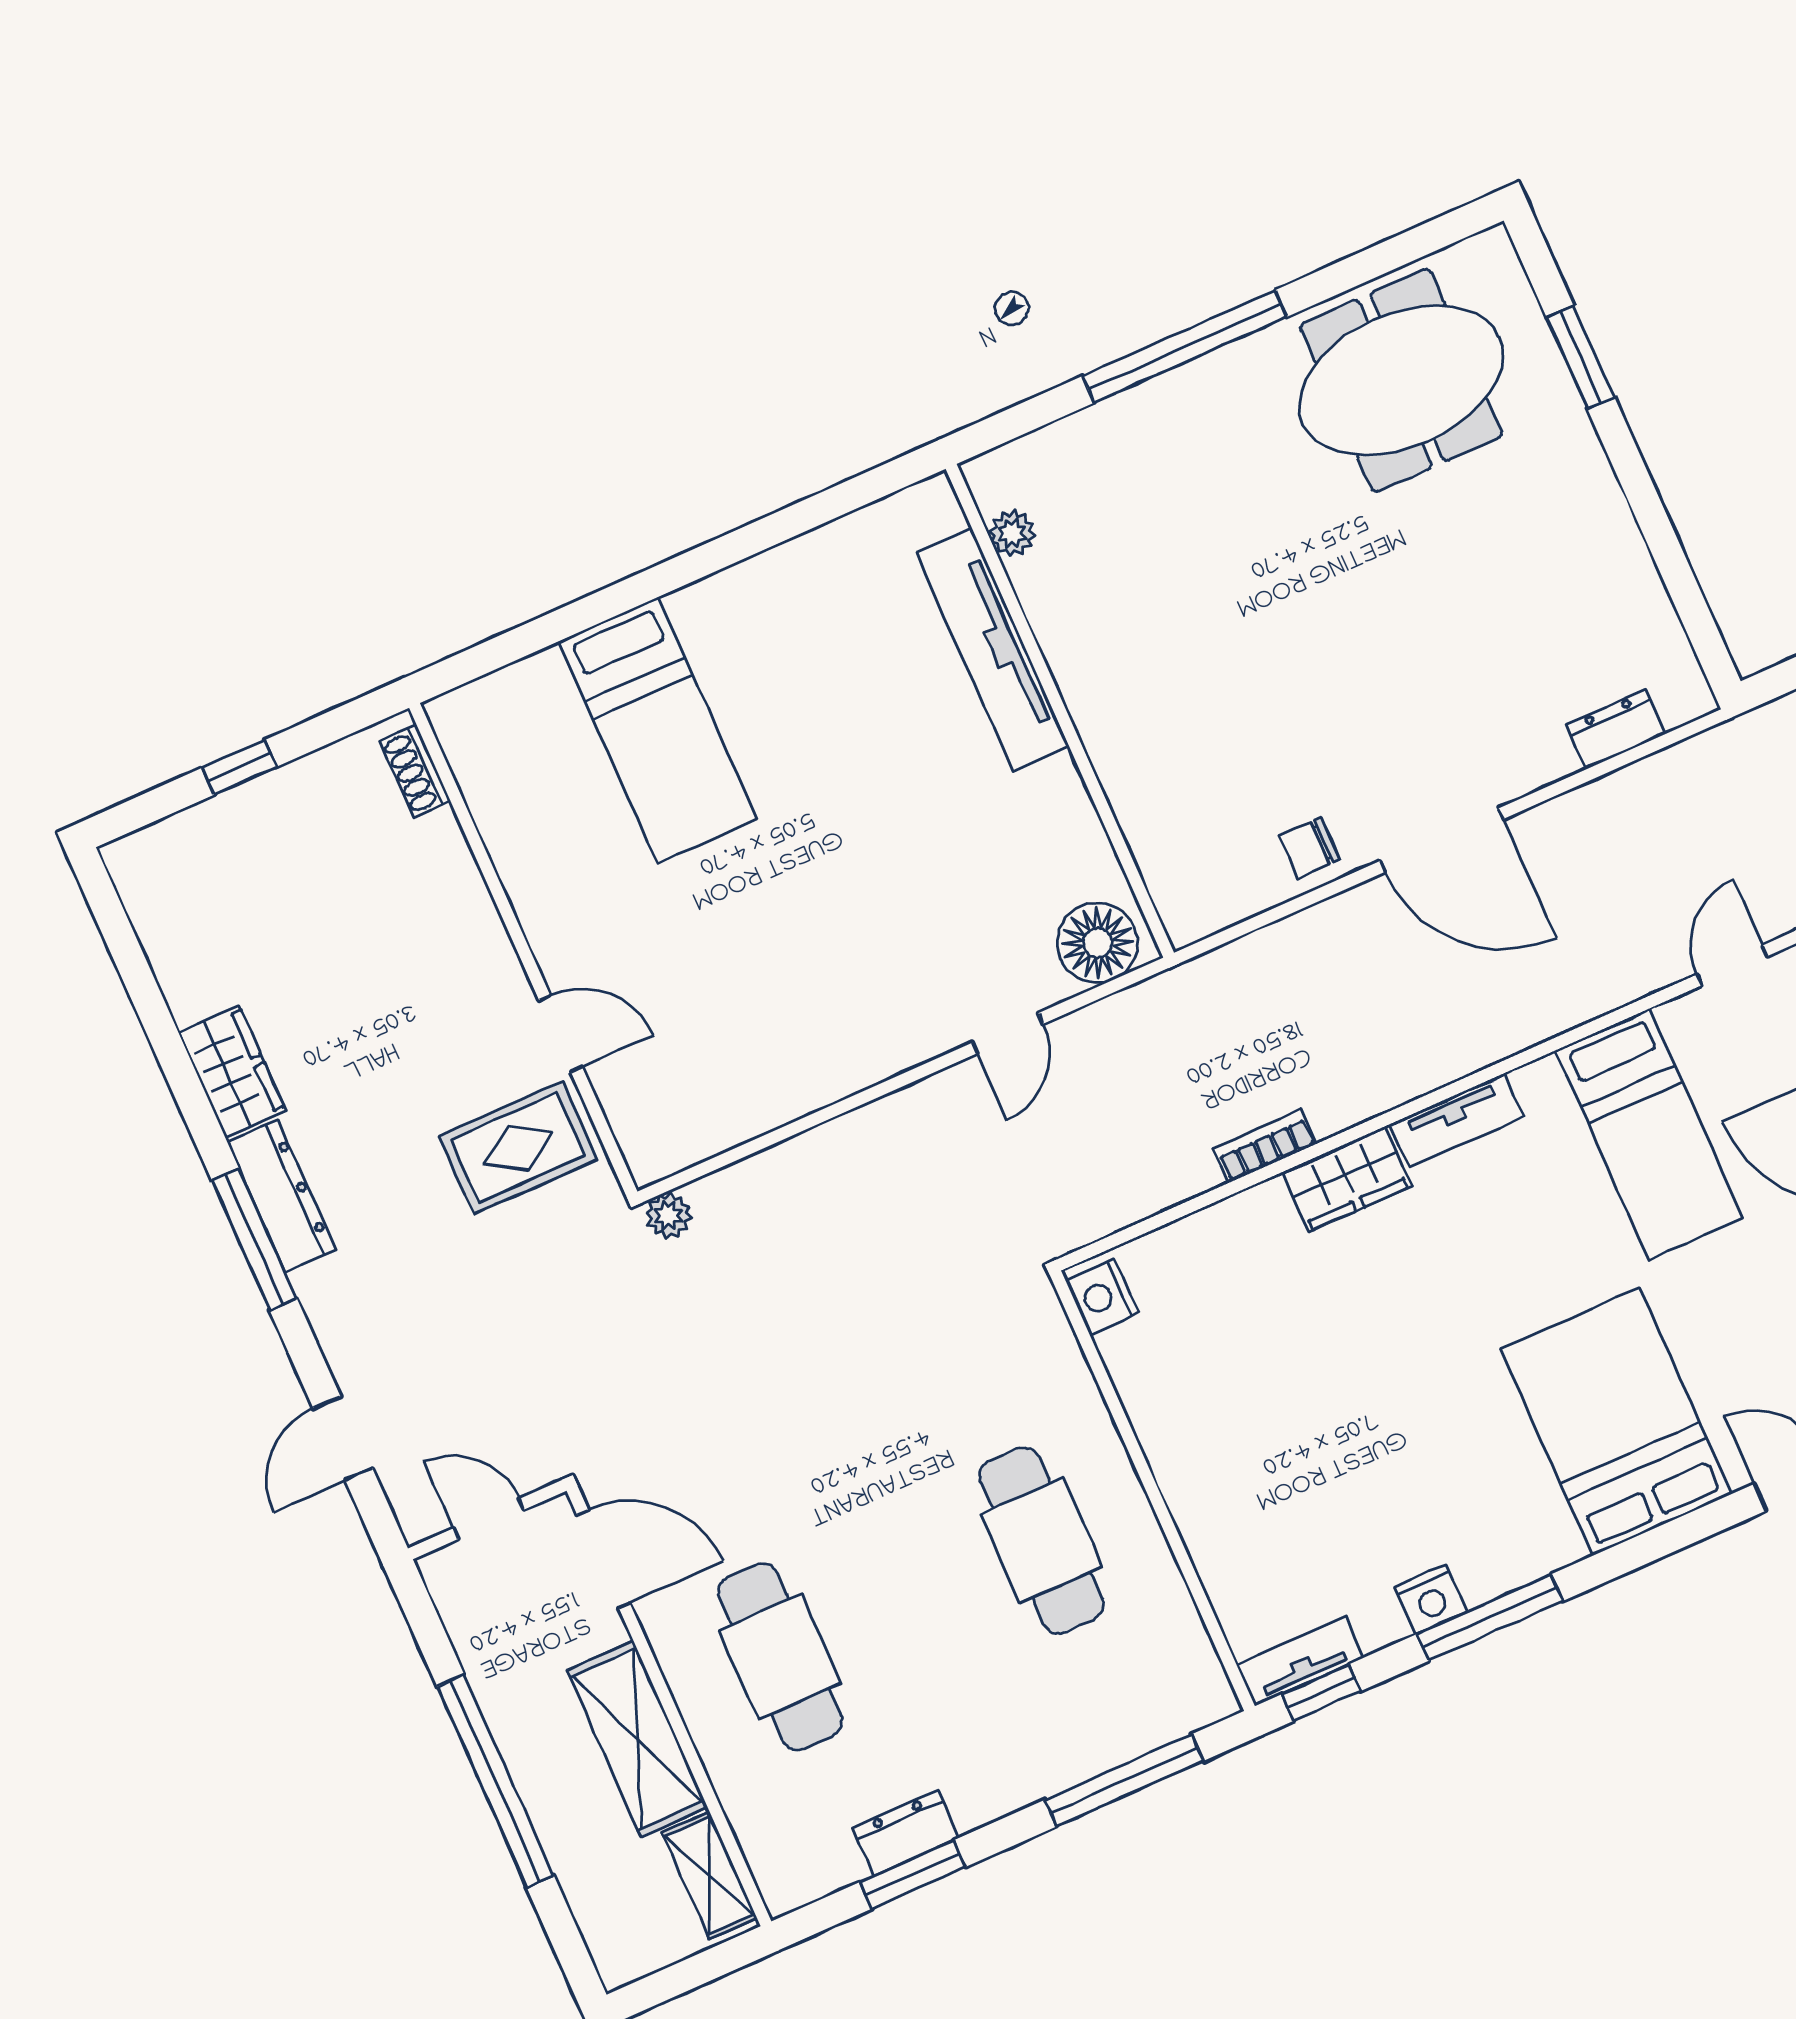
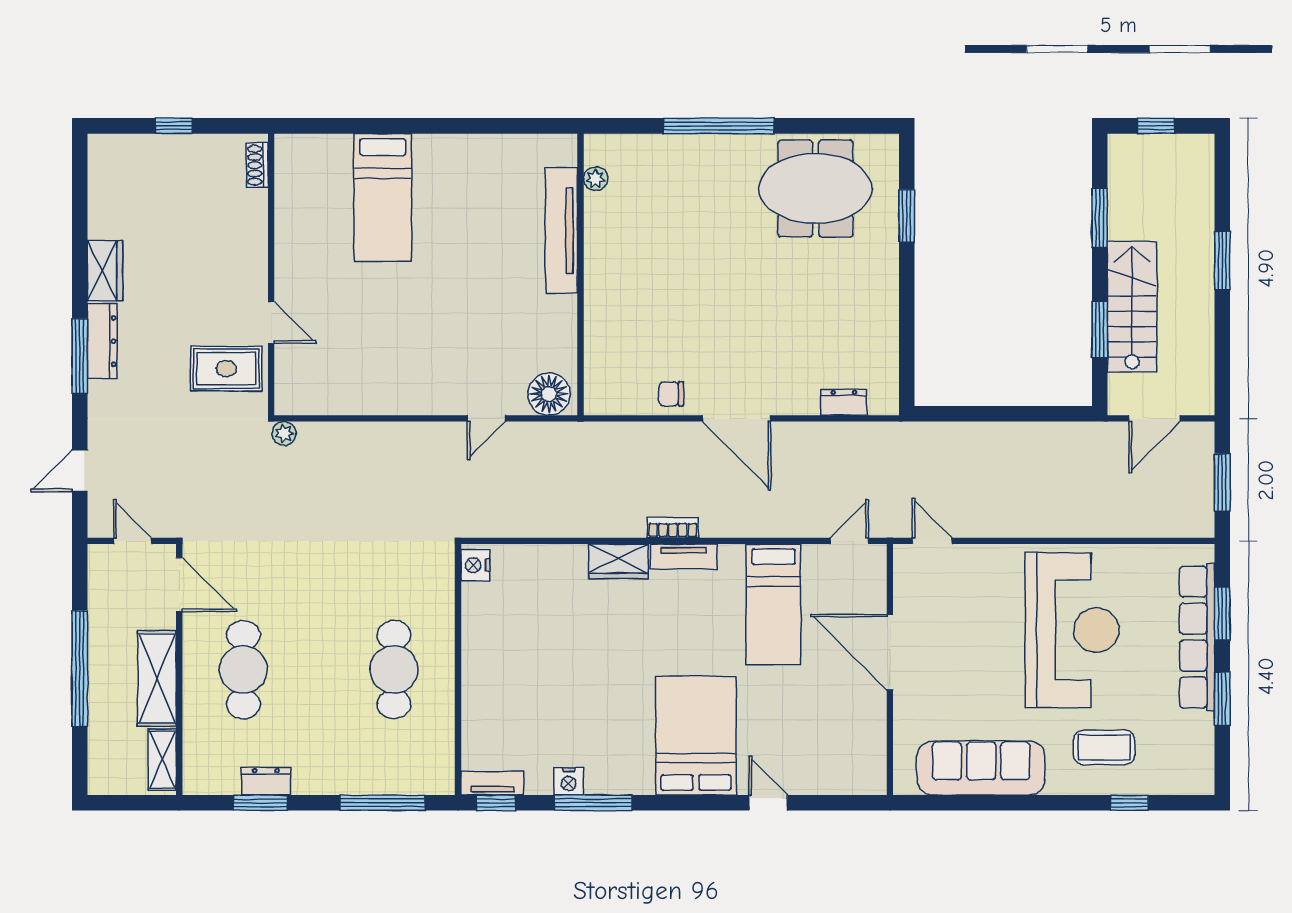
bookcase: (1265, 1146) -> (673, 528), moved

